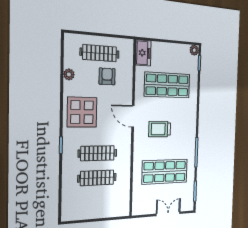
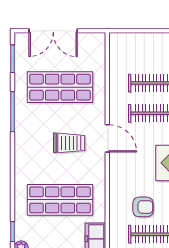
armchair: (107, 76) -> (143, 207), turned -90
door: (133, 116) -> (107, 138), moved
double door: (168, 214) -> (53, 31), width x1.37

